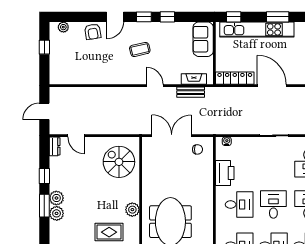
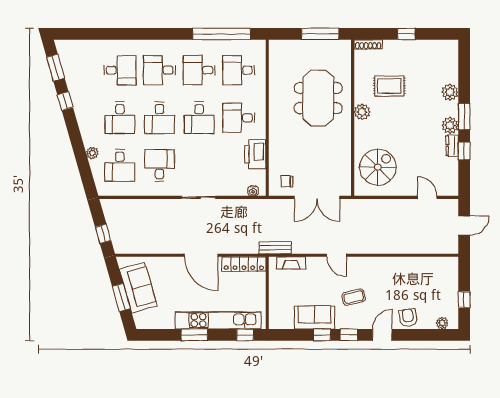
sofa: (203, 39) -> (314, 317), moved, turned -90
bench: (191, 92) -> (275, 248), moved
dresser: (55, 146) -> (452, 146), moved
spiral stairs: (119, 162) -> (378, 167), turned -90
plant: (57, 213) -> (450, 92), moved

